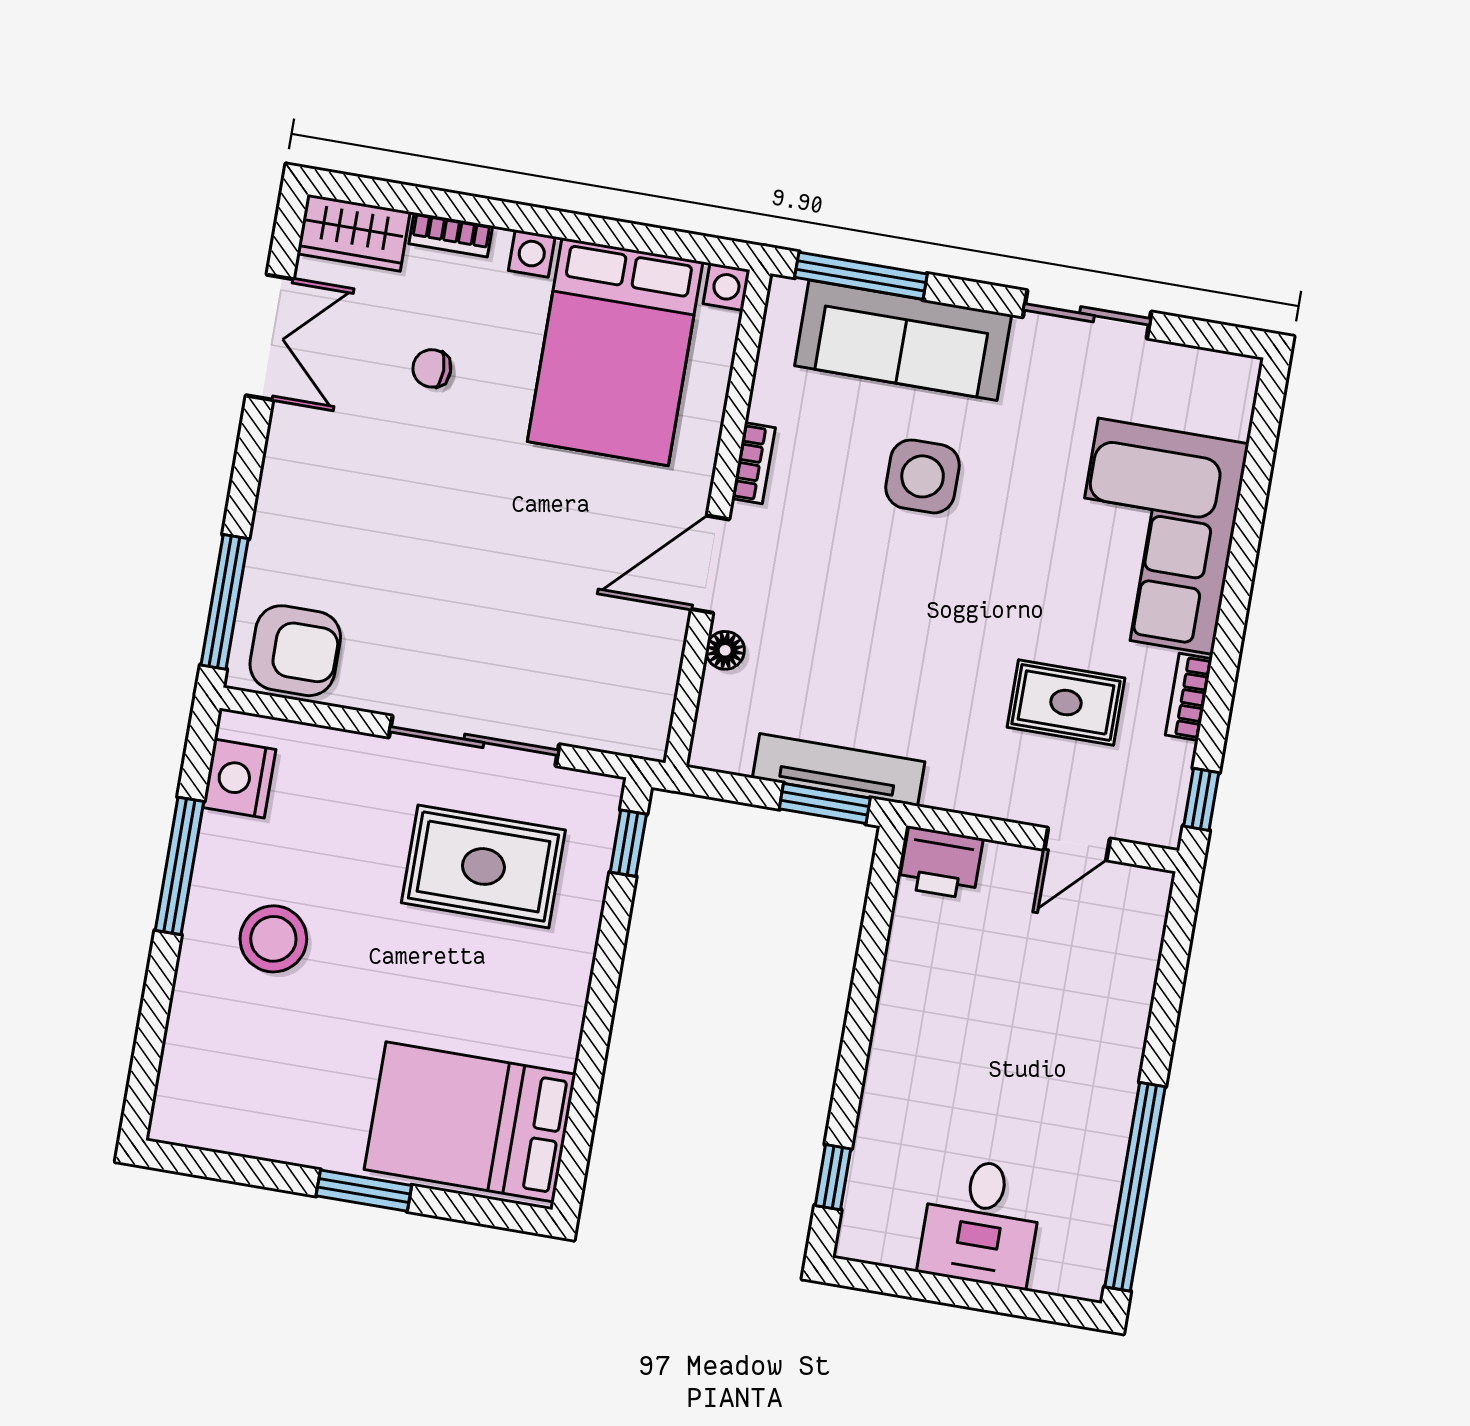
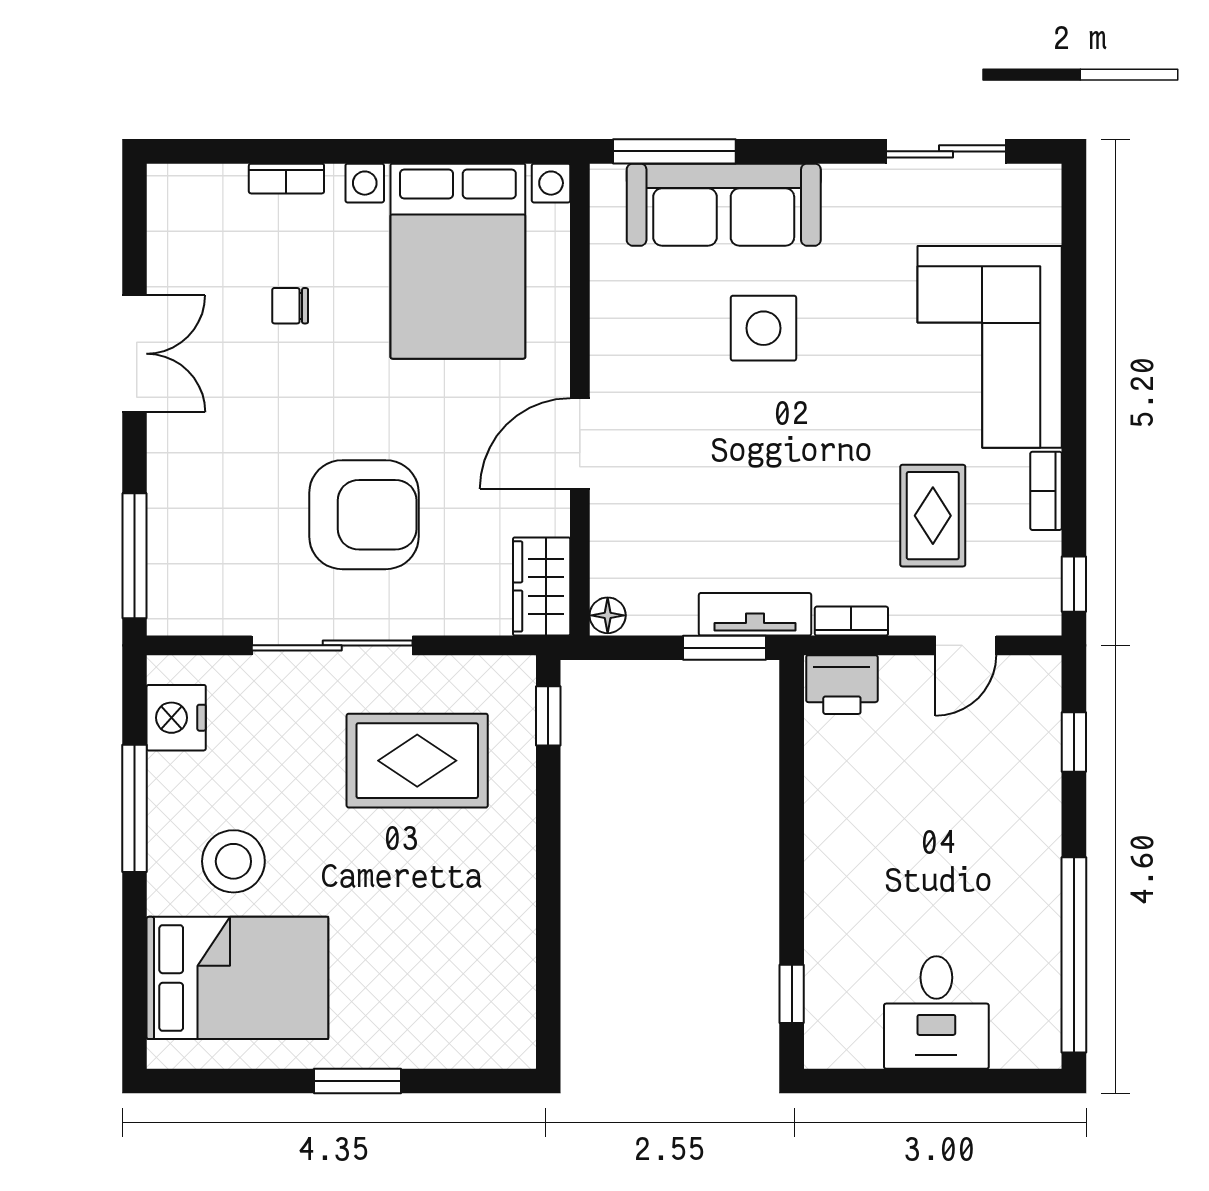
wardrobe: (354, 233) -> (542, 586), moved, turned 90
sliding door: (1087, 314) -> (946, 151), moved
double door: (270, 337) -> (135, 354), moved
bookcase: (753, 463) -> (851, 621), moved, turned -90
floor lamp: (725, 650) -> (608, 615), moved
armchair: (295, 651) -> (364, 515), moved, width x1.36, depth x1.36
rug: (1066, 703) -> (933, 516), turned 90
sliding door: (474, 741) -> (332, 645), moved
tv unit: (839, 770) -> (755, 614), width x0.71
window: (1173, 964) -> (1074, 742), added
bed: (470, 1122) -> (237, 978), moved, turned 180

